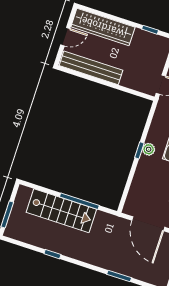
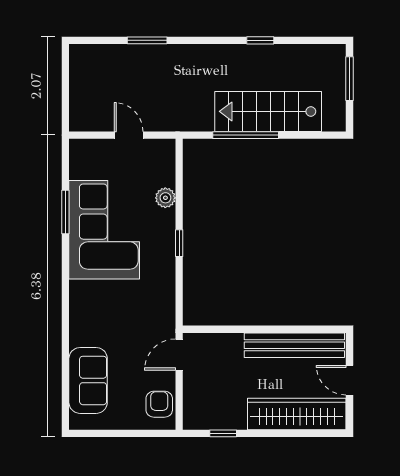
door: (65, 37) -> (350, 380), hinge flipped
plant: (149, 149) -> (165, 198), moved
door: (148, 224) -> (129, 135), width x0.53

